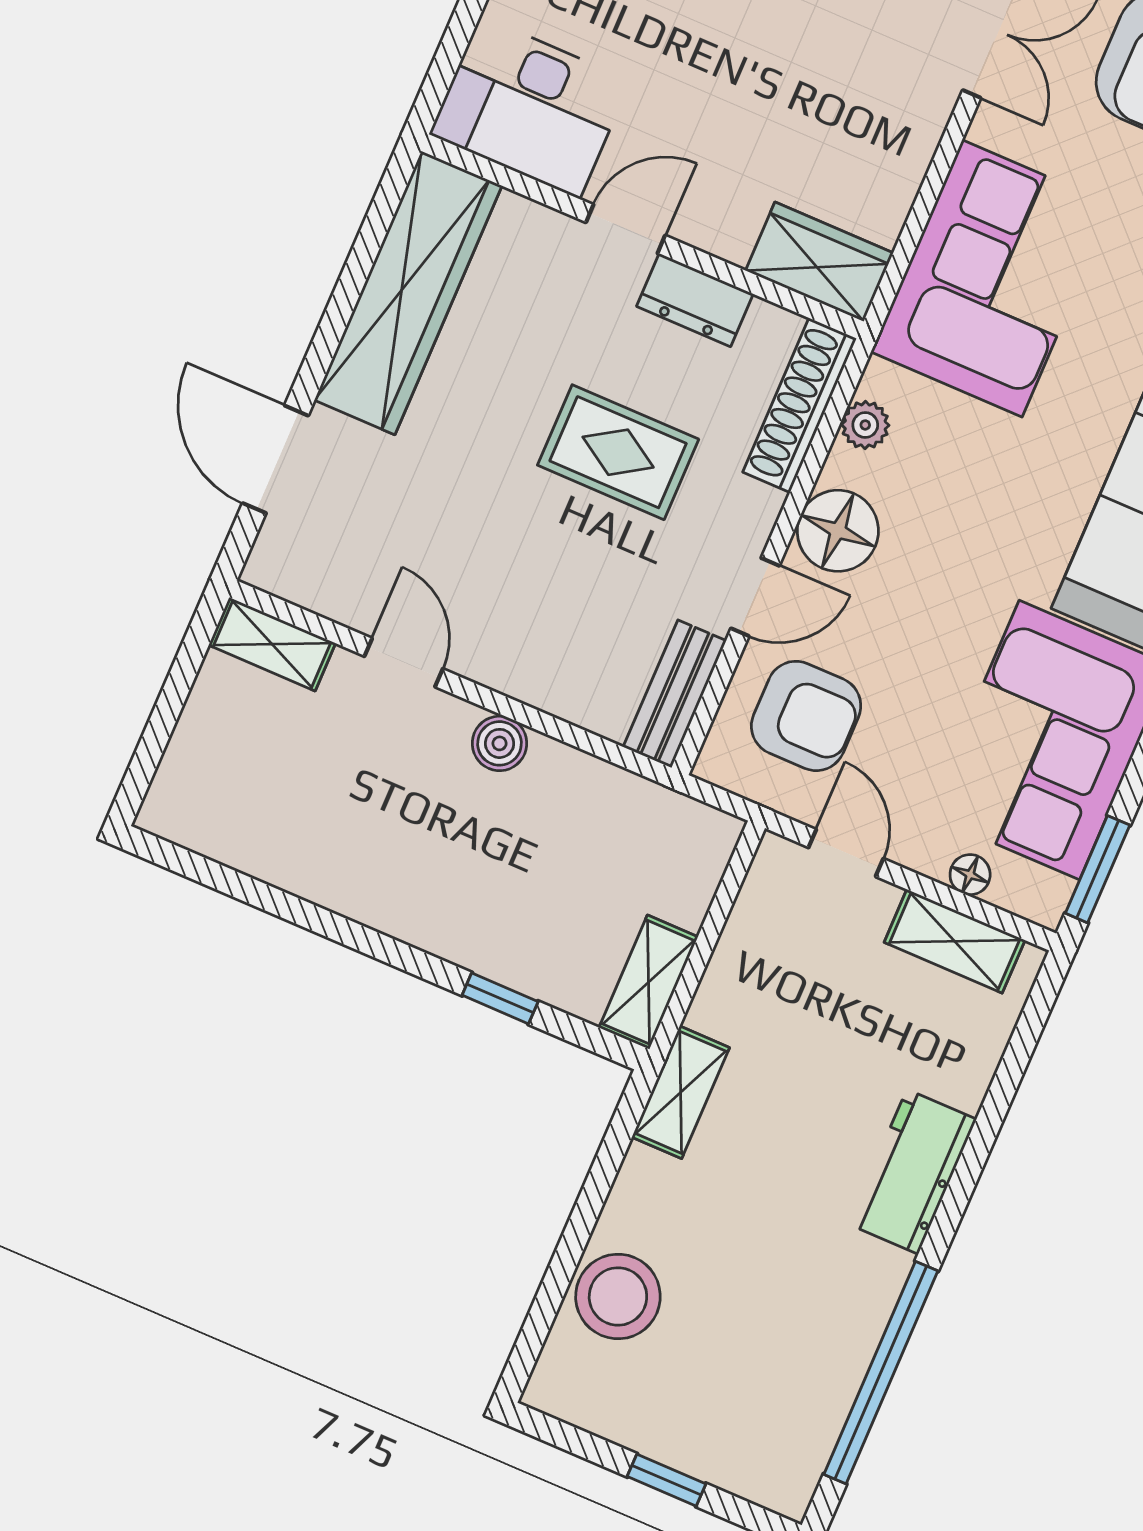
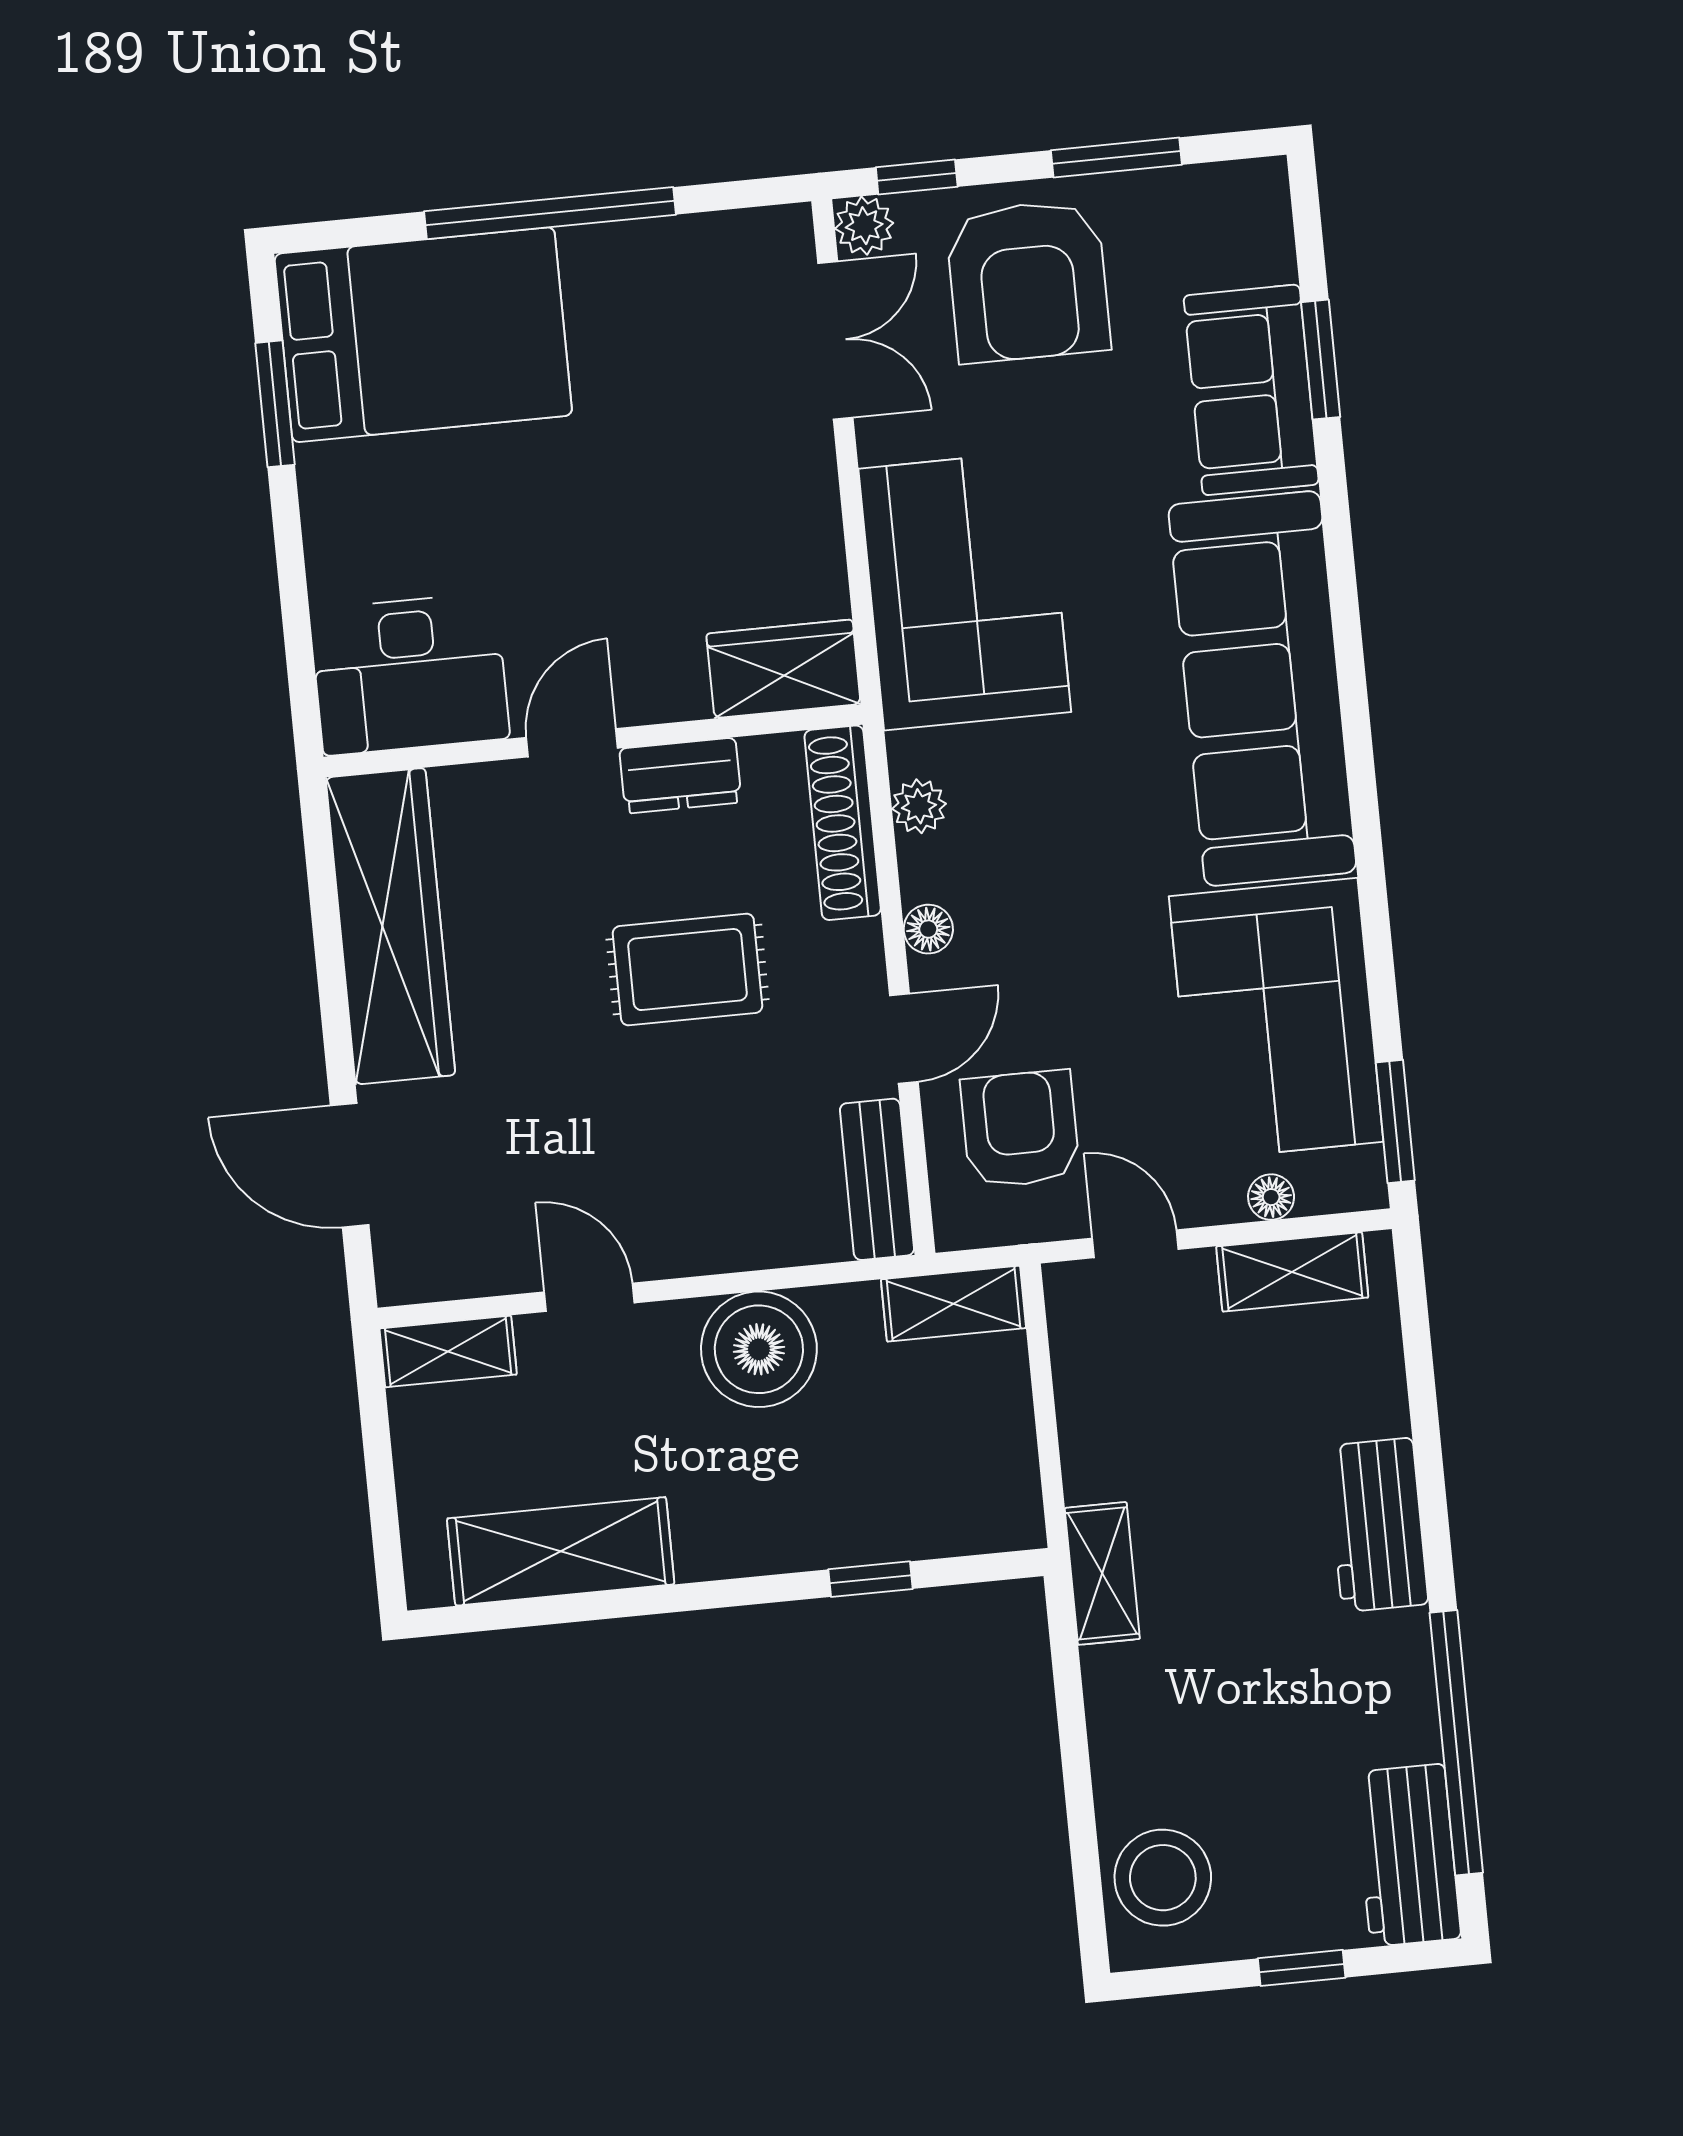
floor lamp: (838, 531) -> (928, 929), width x0.53, depth x0.53
armchair: (806, 716) -> (1020, 1129), turned -90
boiler: (500, 743) -> (759, 1349), width x1.86, depth x1.86
shelving: (274, 846) -> (561, 1551), added
shelving: (648, 982) -> (954, 1304), moved, turned 90
stool: (618, 1296) -> (1163, 1878), moved
workbench: (796, 1438) -> (1408, 1855), added

